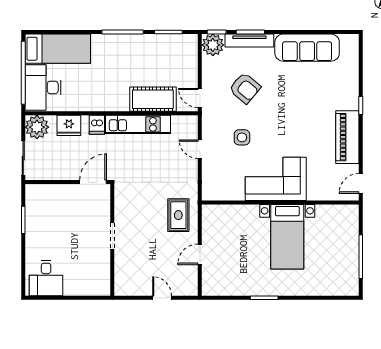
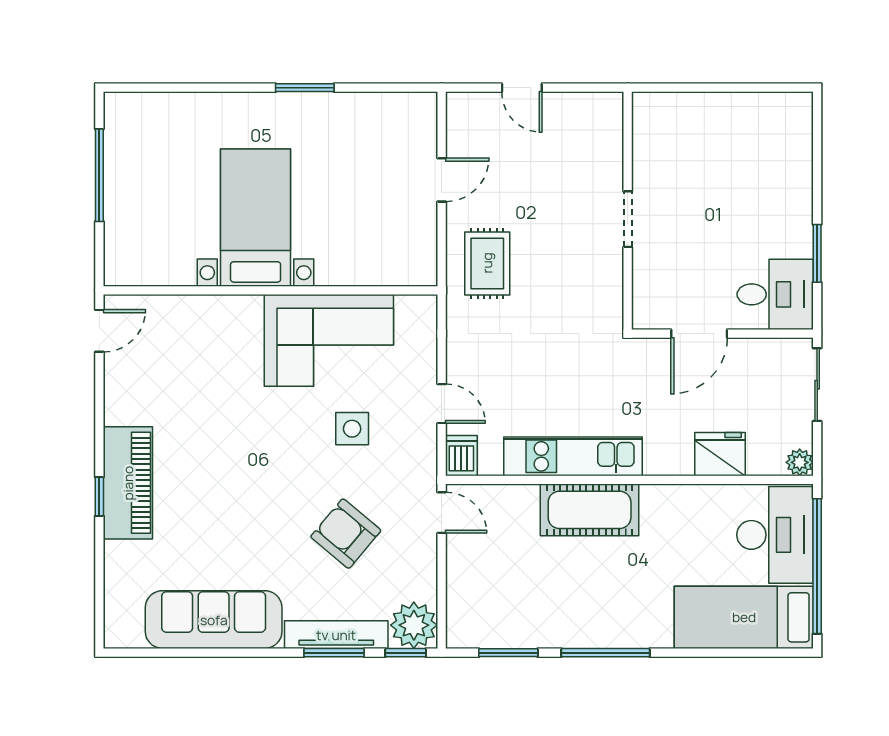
cot: (153, 99) -> (590, 510), moved
dishwasher: (97, 125) -> (461, 456), moved
plant: (37, 127) -> (800, 462), width x0.53, depth x0.53
piano: (347, 137) -> (128, 483), moved
corner sofa: (276, 179) -> (329, 340), moved
door: (93, 182) -> (699, 334), moved
desk: (46, 278) -> (775, 294), moved, turned 90

